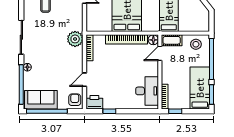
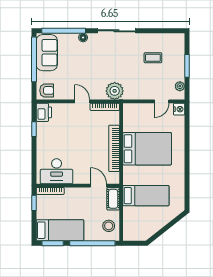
floor lamp: (153, 40) -> (114, 178), removed
door: (84, 80) -> (82, 101), moved

